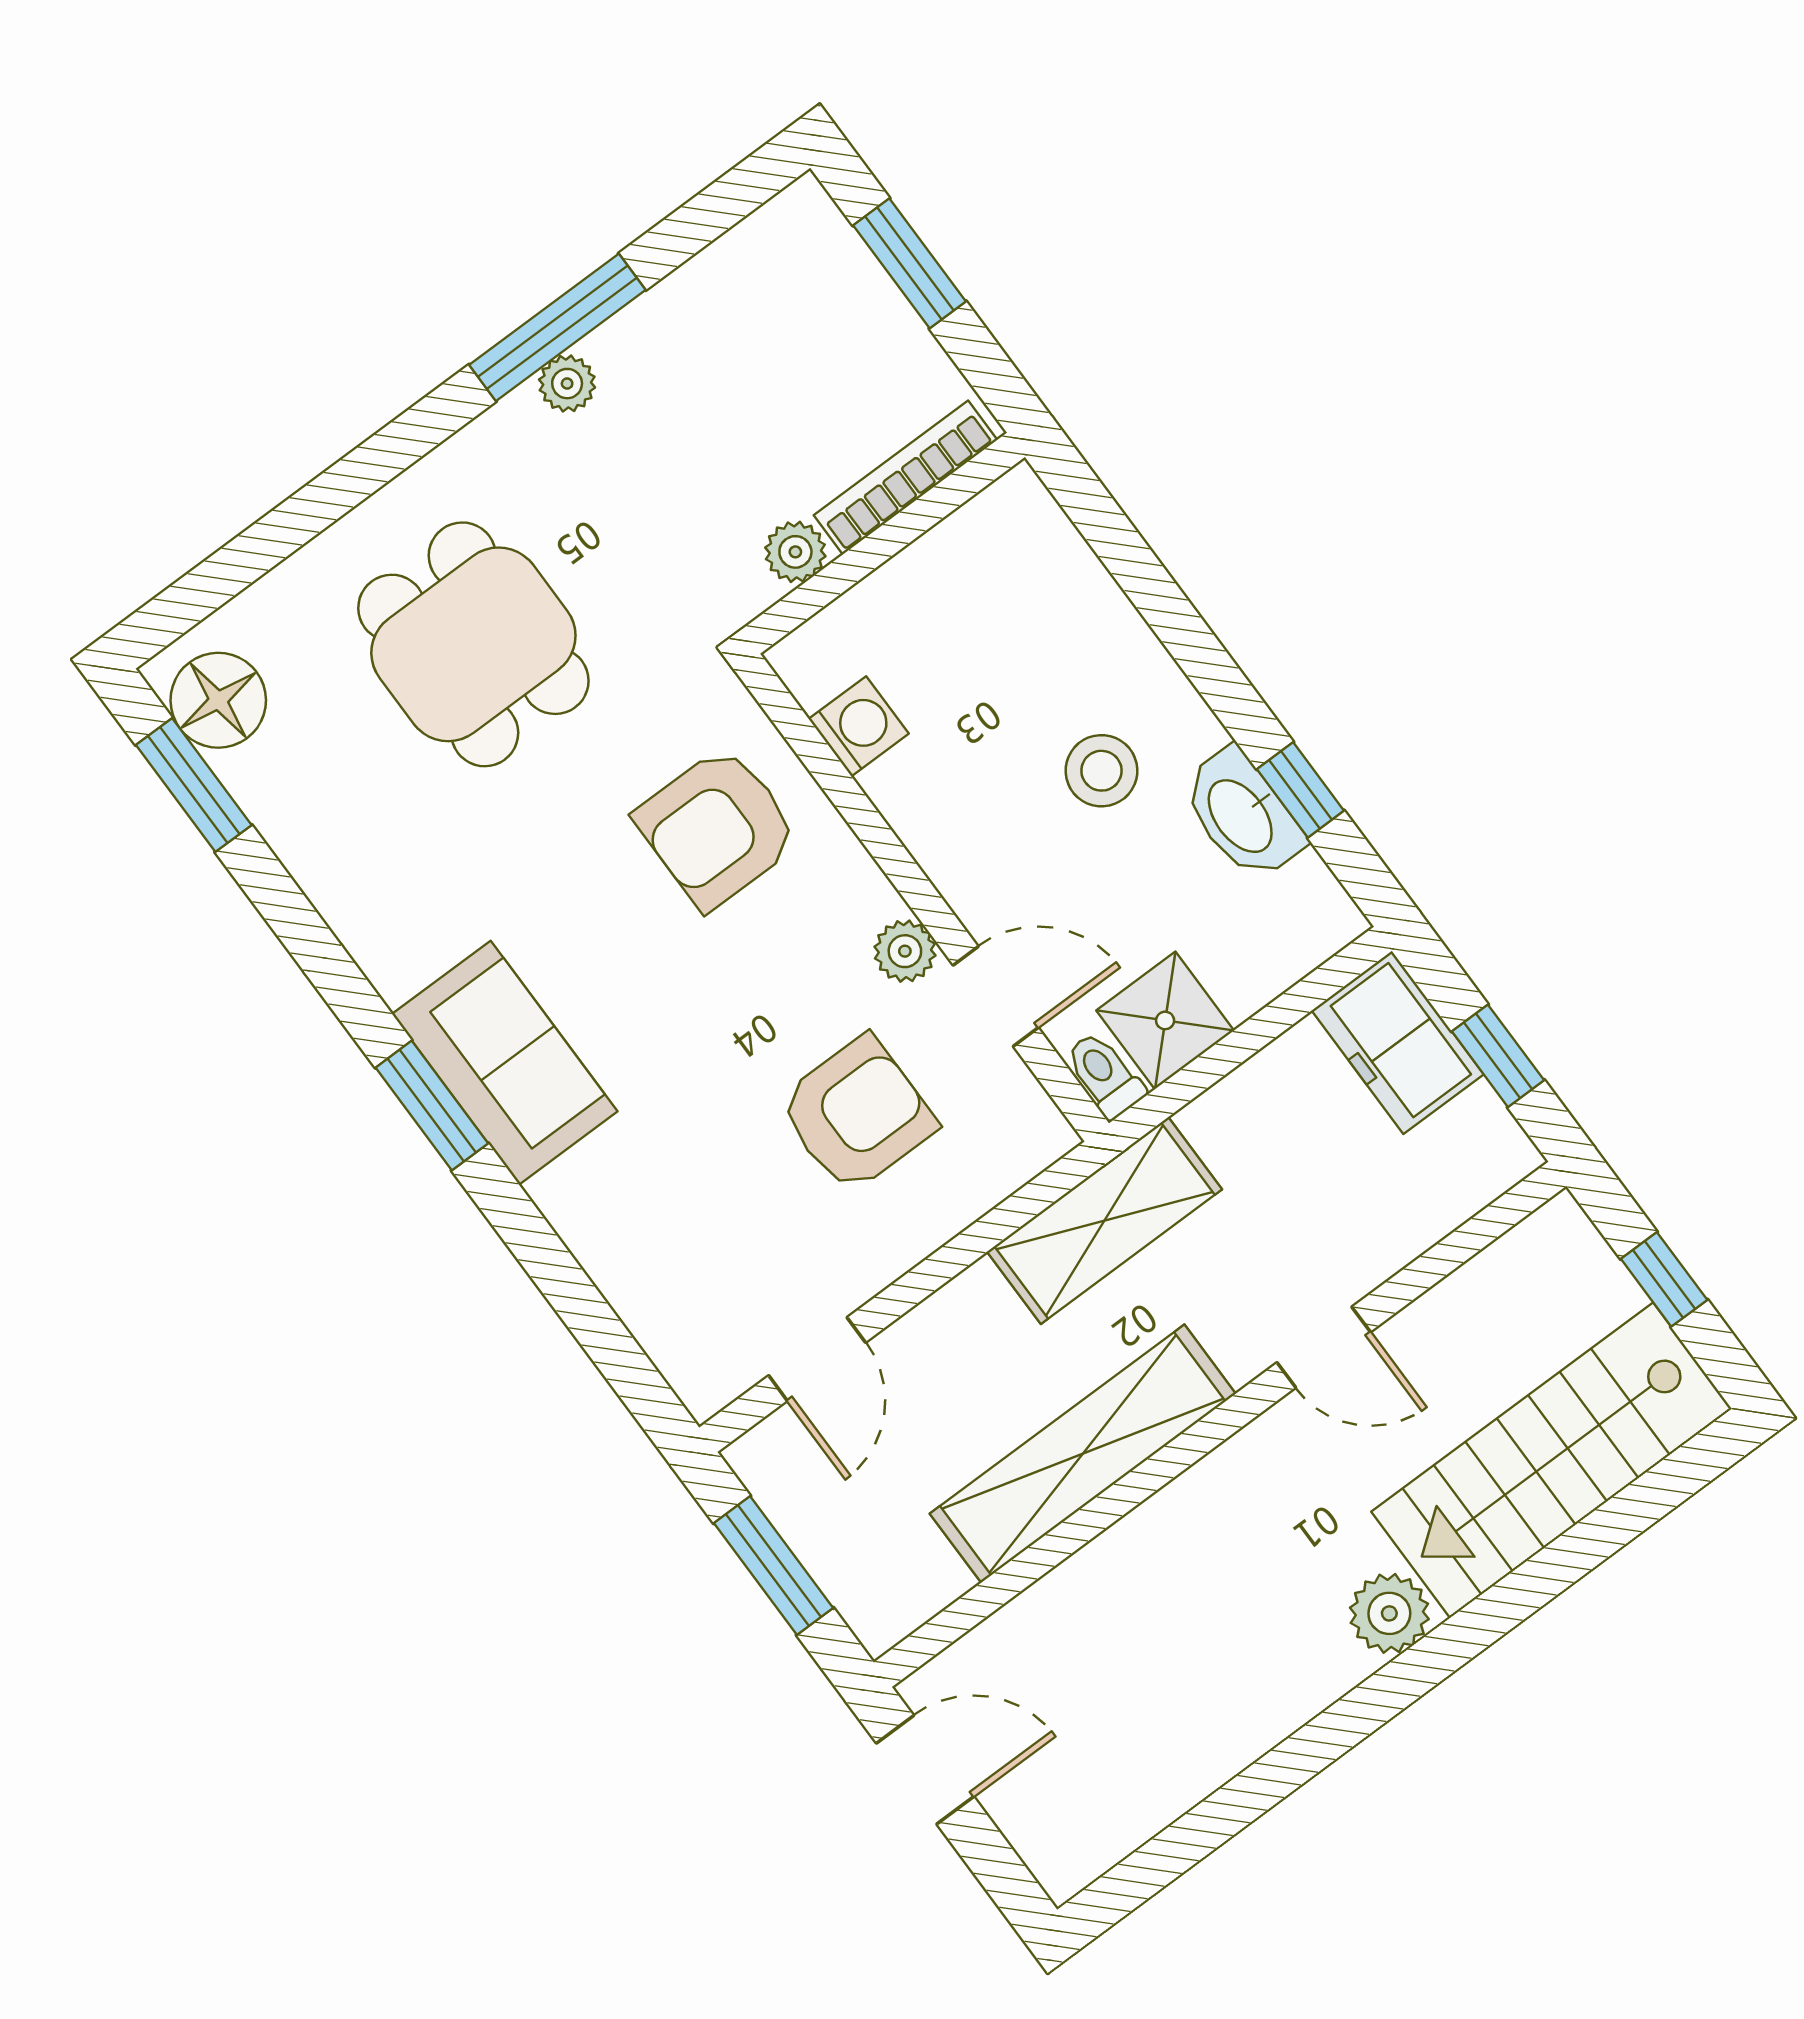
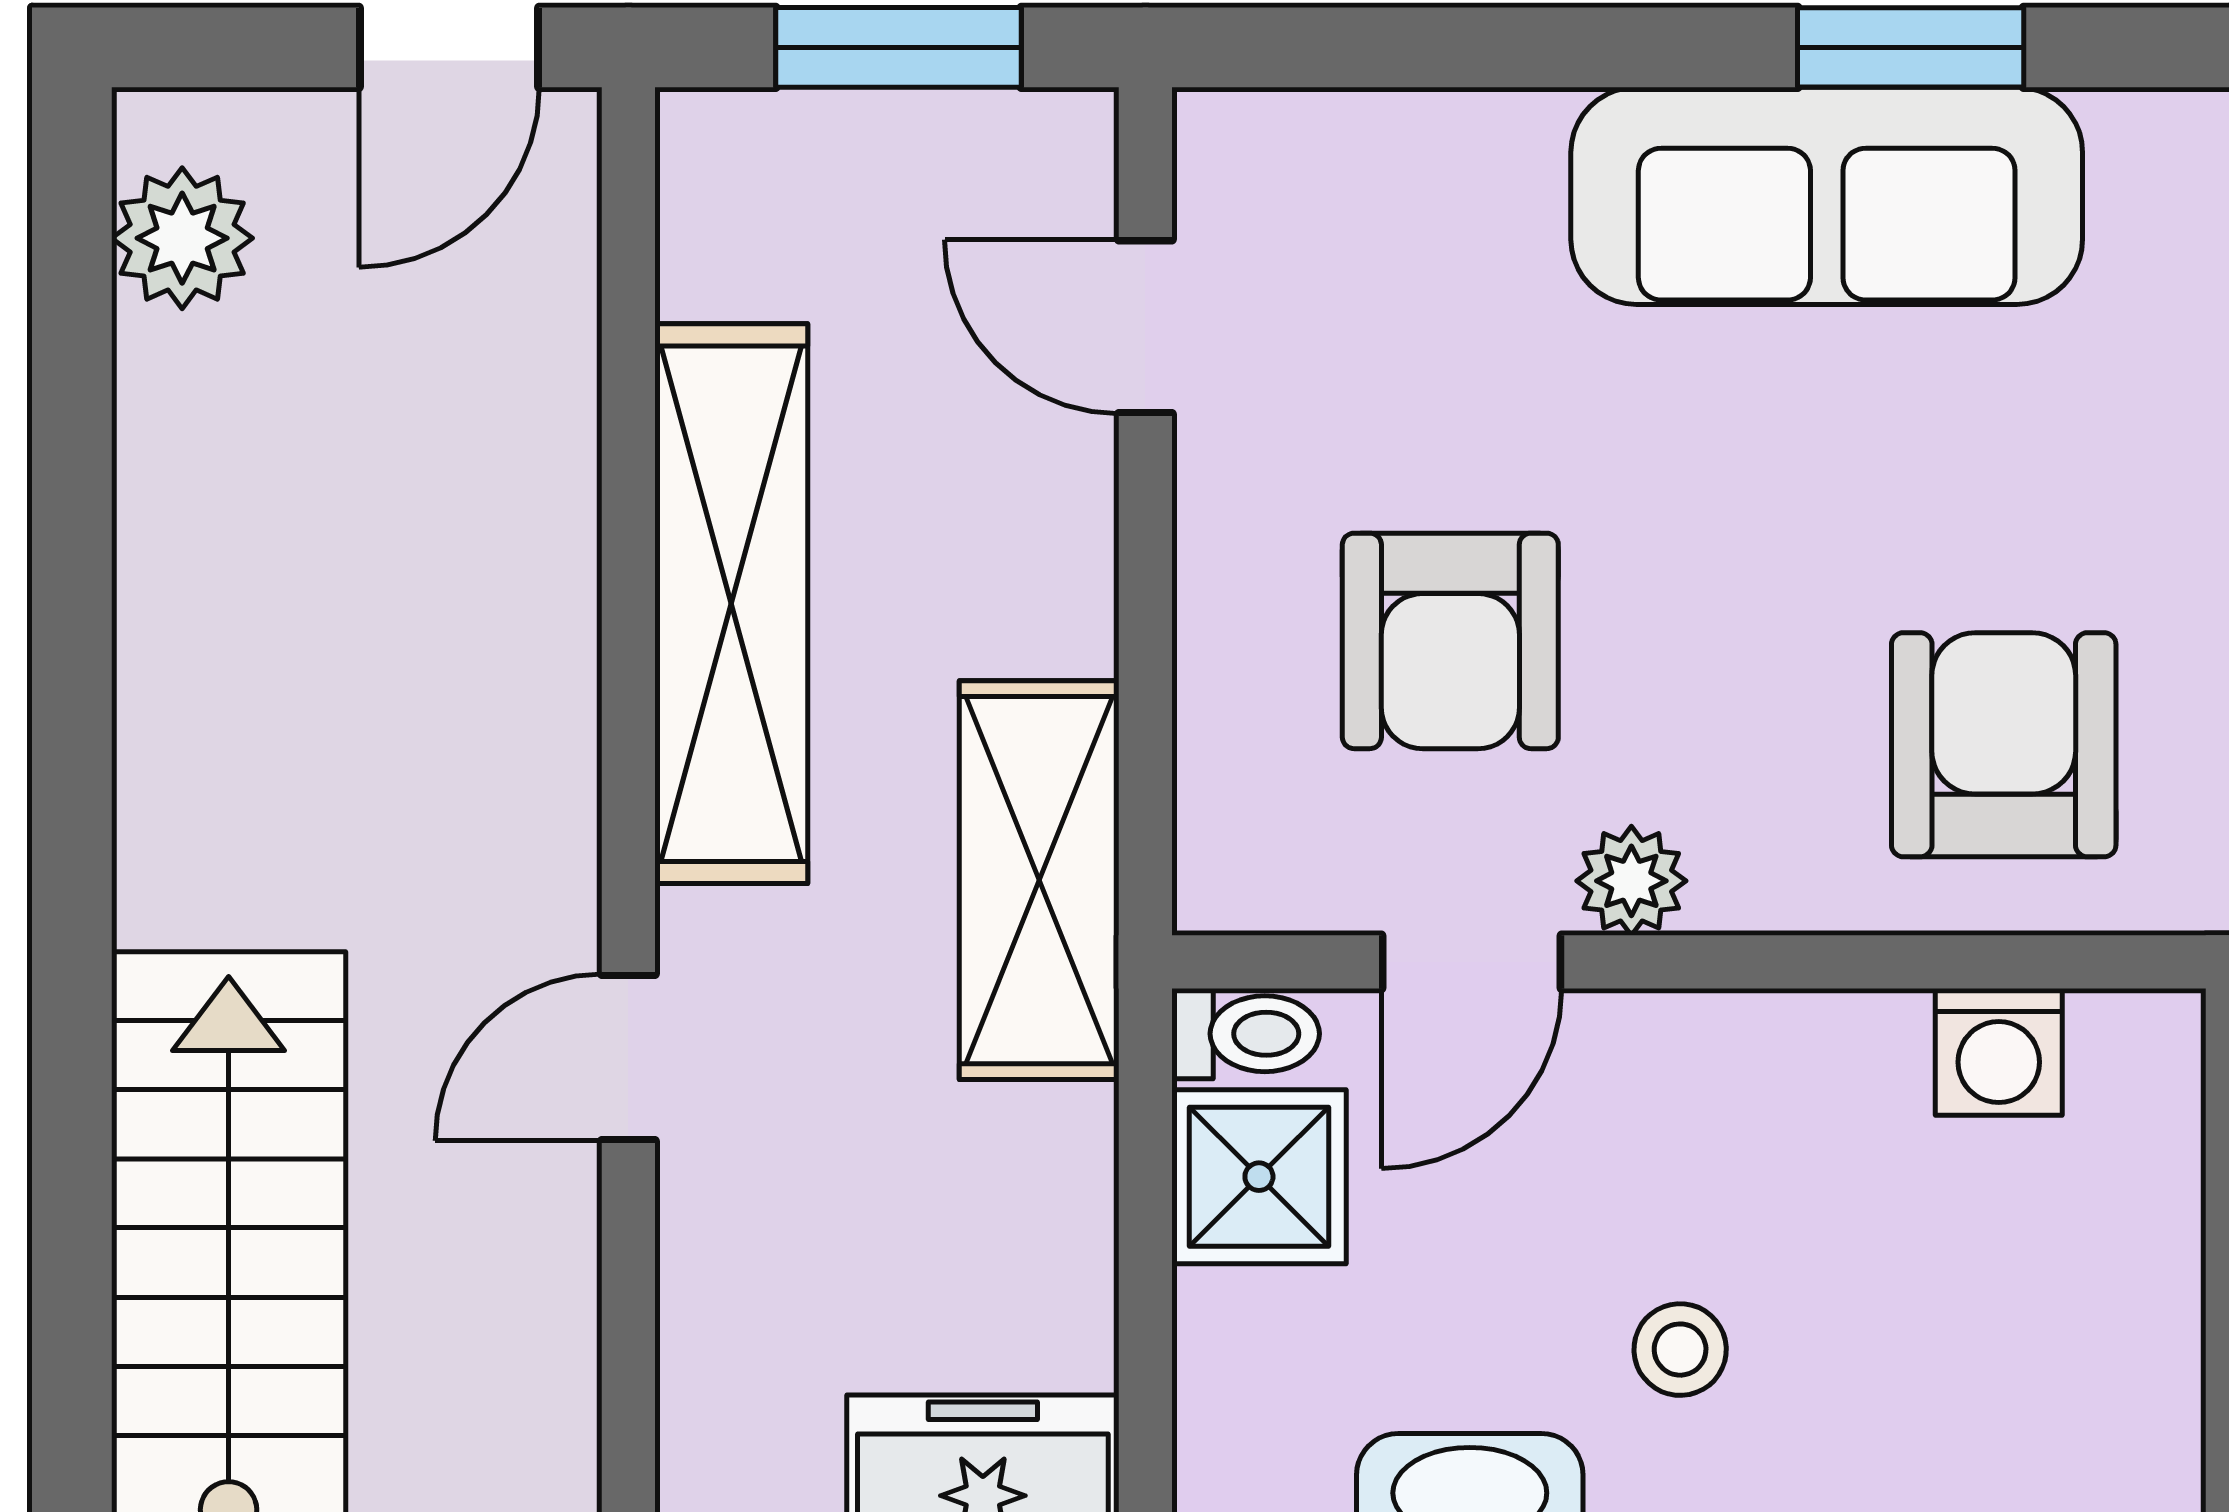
stool: (1102, 771) -> (1680, 1350), width x0.73, depth x0.73
sofa: (505, 1063) -> (1827, 196), width x1.36
plant: (1389, 1613) -> (182, 238), moved

